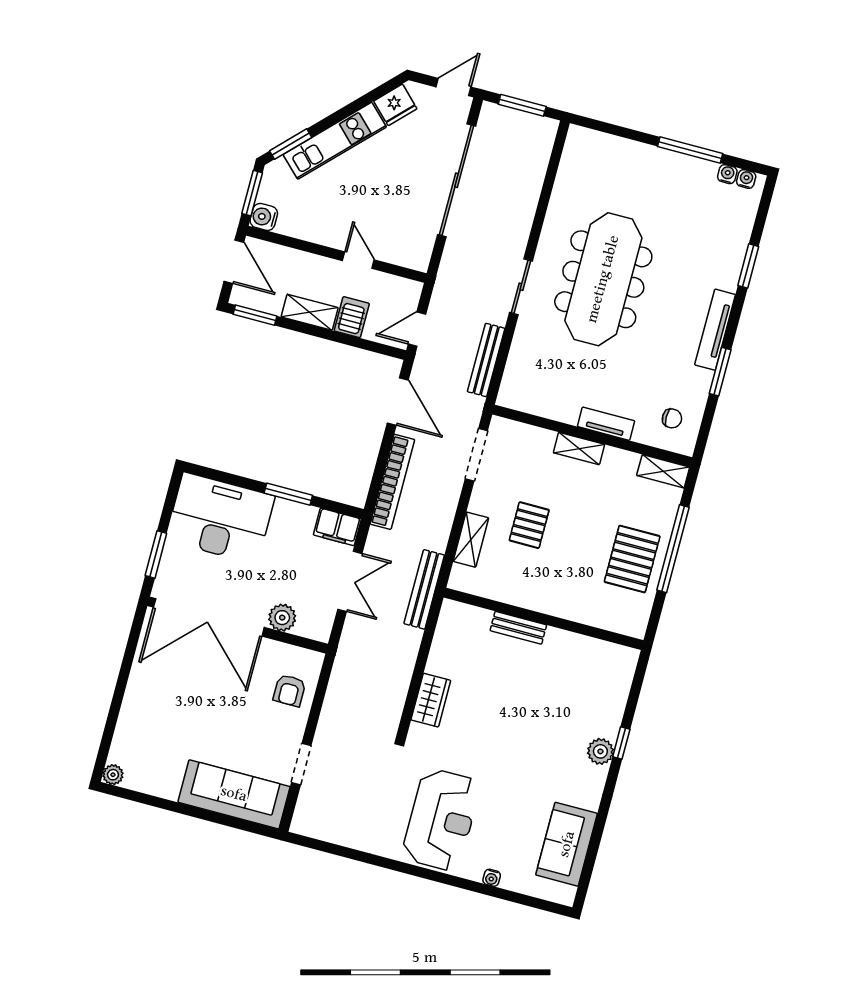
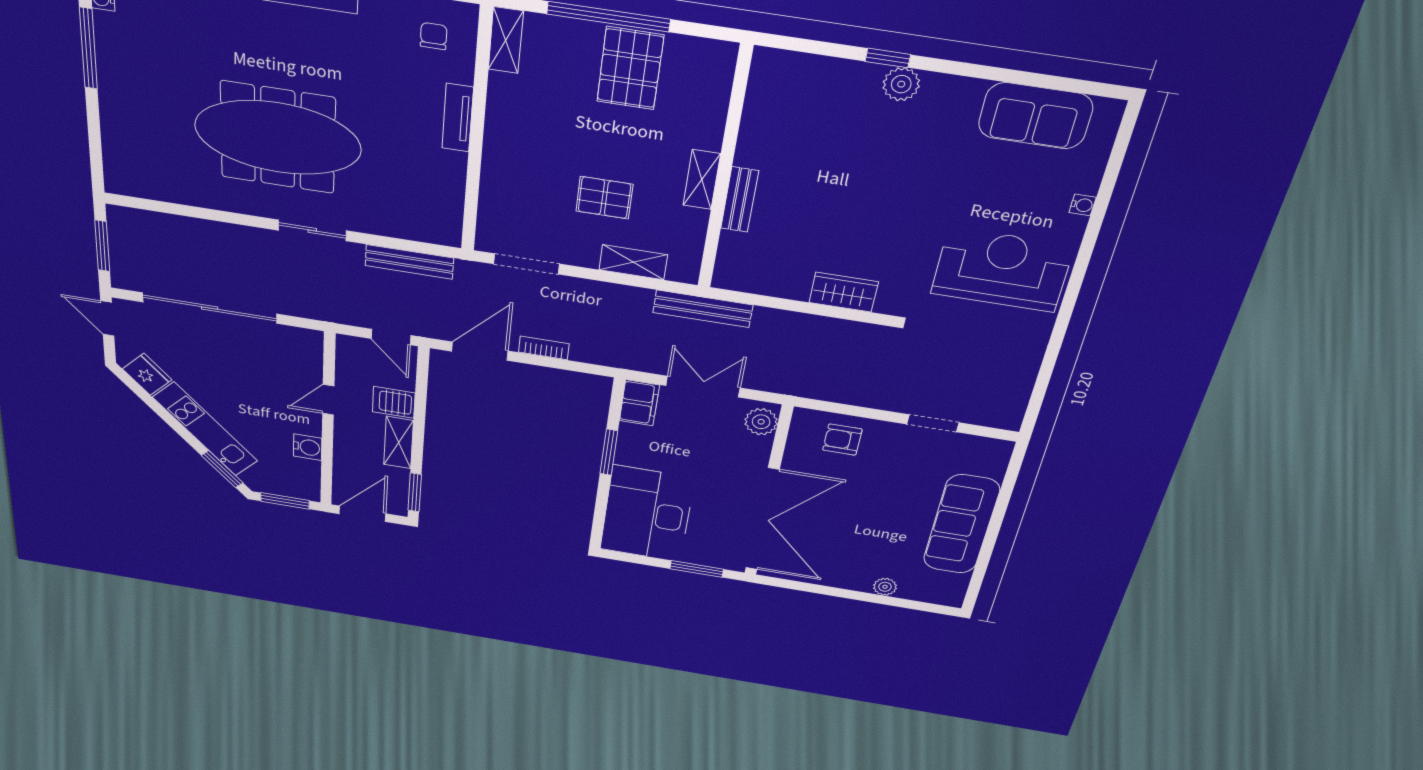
water cooler: (264, 217) -> (308, 447), moved, turned -90
shelving: (579, 449) -> (702, 180), moved
bookcase: (392, 482) -> (544, 348), width x0.43, depth x0.76
pallet: (632, 559) -> (630, 68), turned 90
plant: (282, 618) -> (761, 422), moved
armchair: (289, 690) -> (842, 440), turned 180
plant: (113, 775) -> (885, 587), moved
sofa: (234, 794) -> (961, 525), moved

